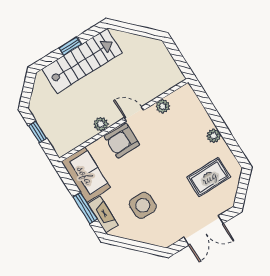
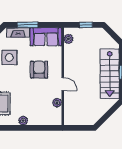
door: (134, 114) -> (63, 84), hinge flipped
plant: (101, 124) -> (68, 39), moved
armchair: (122, 141) -> (39, 70), moved

